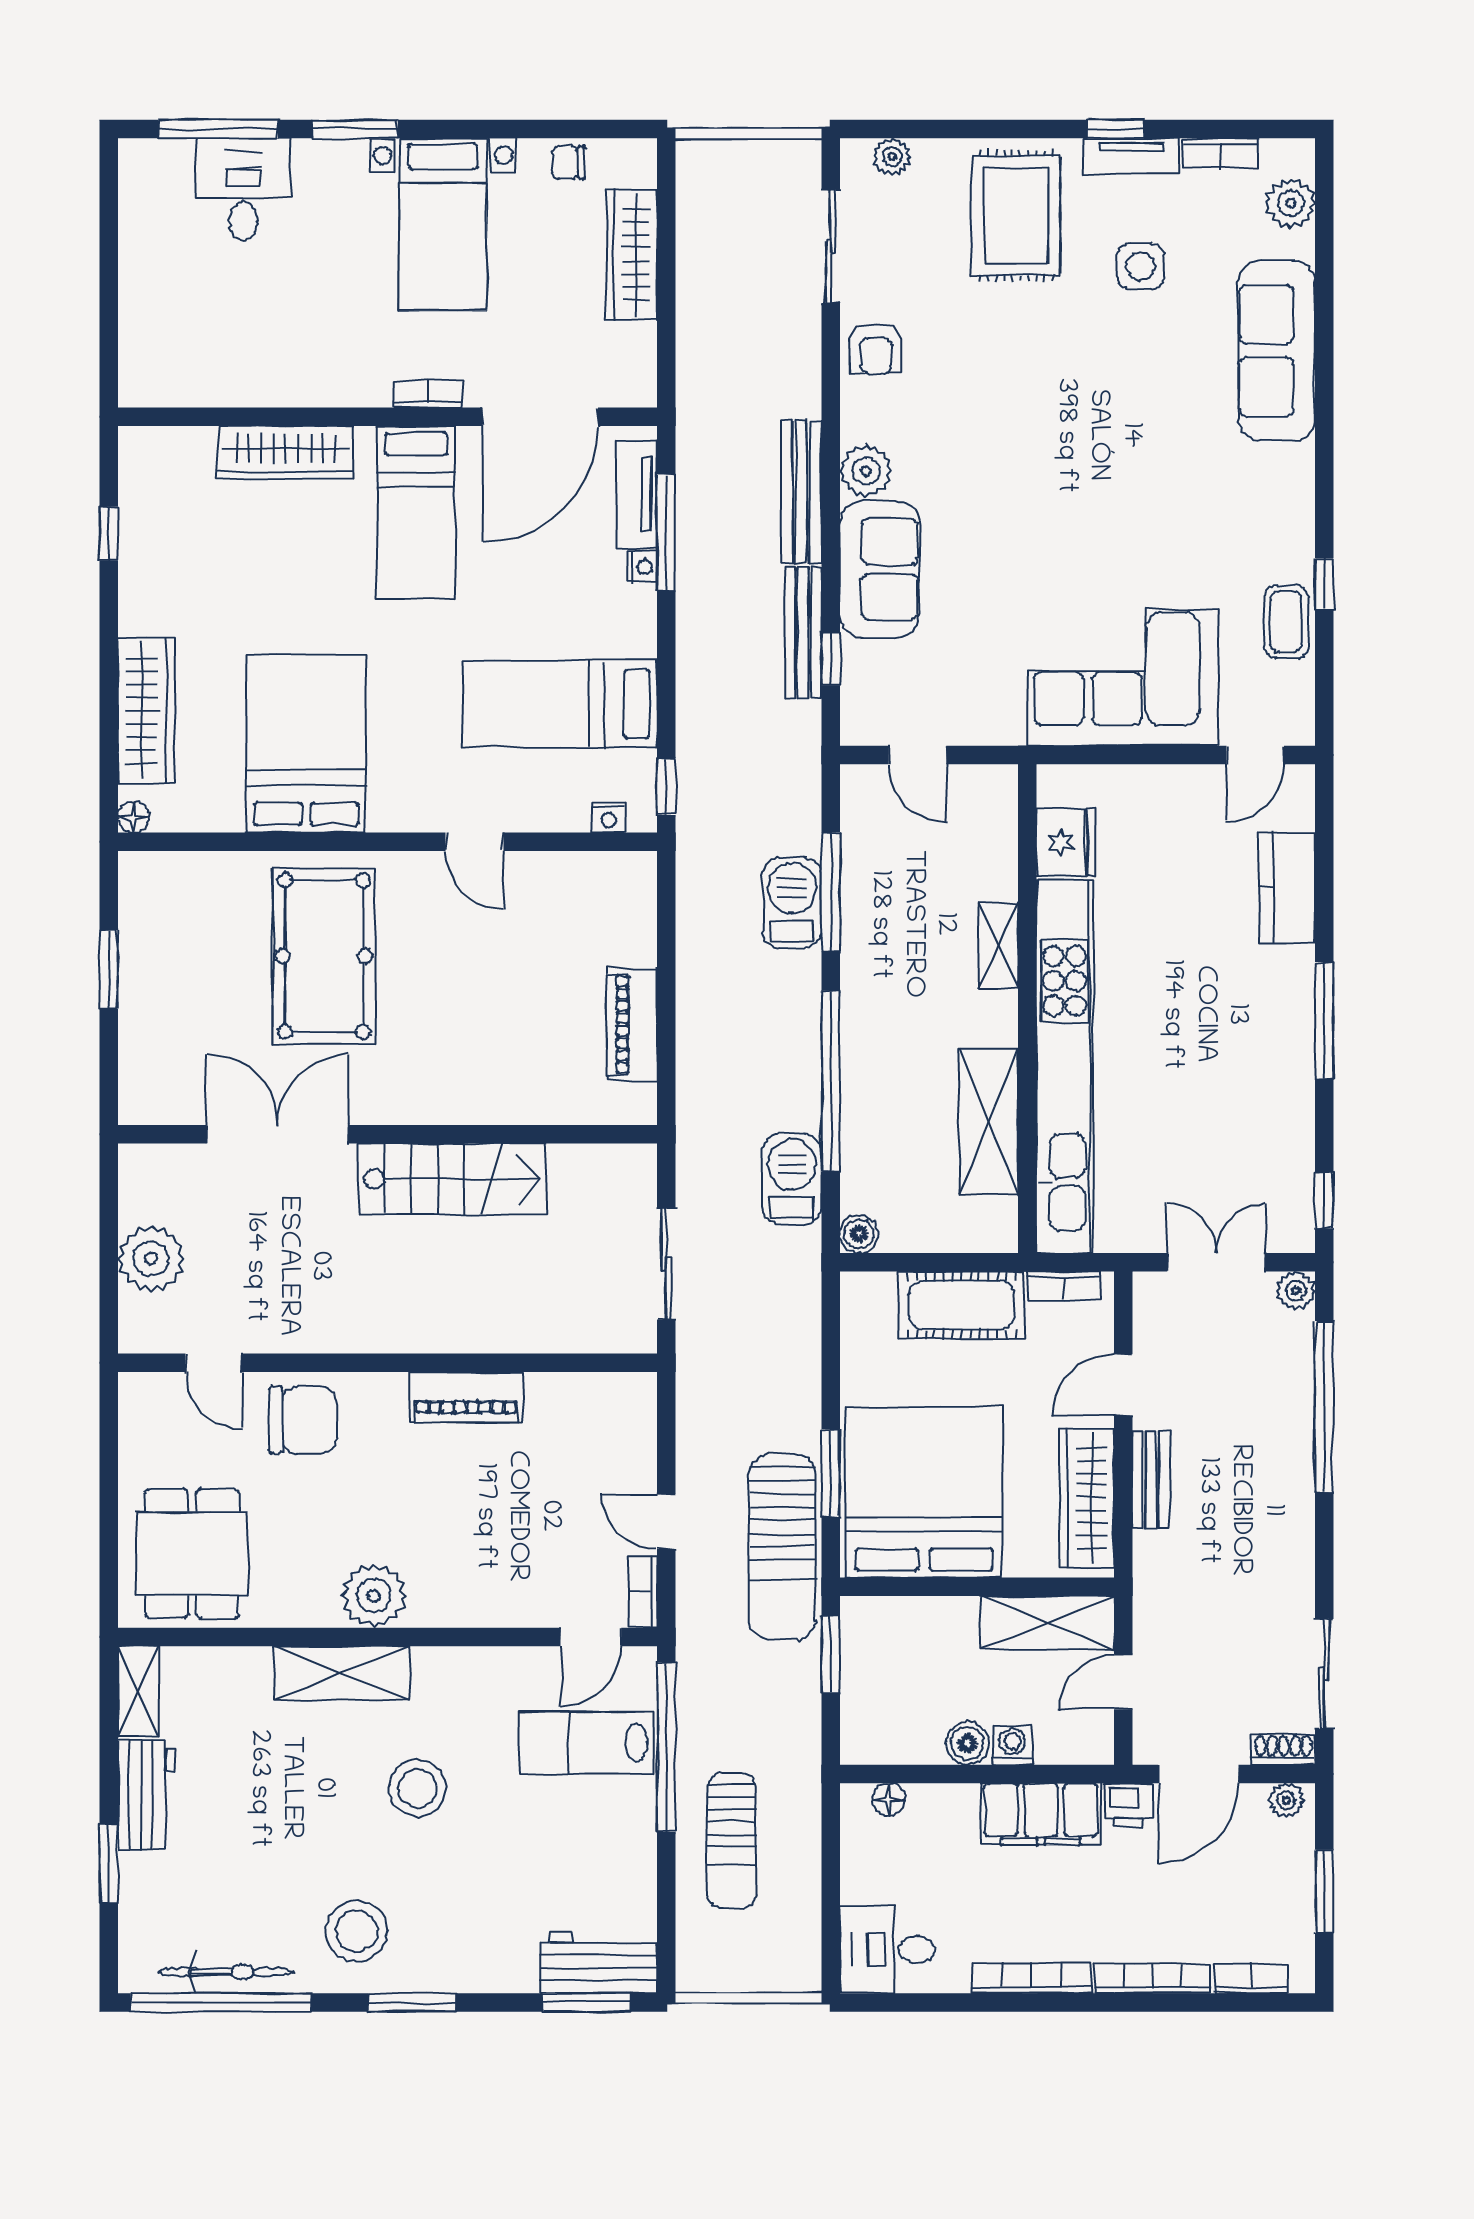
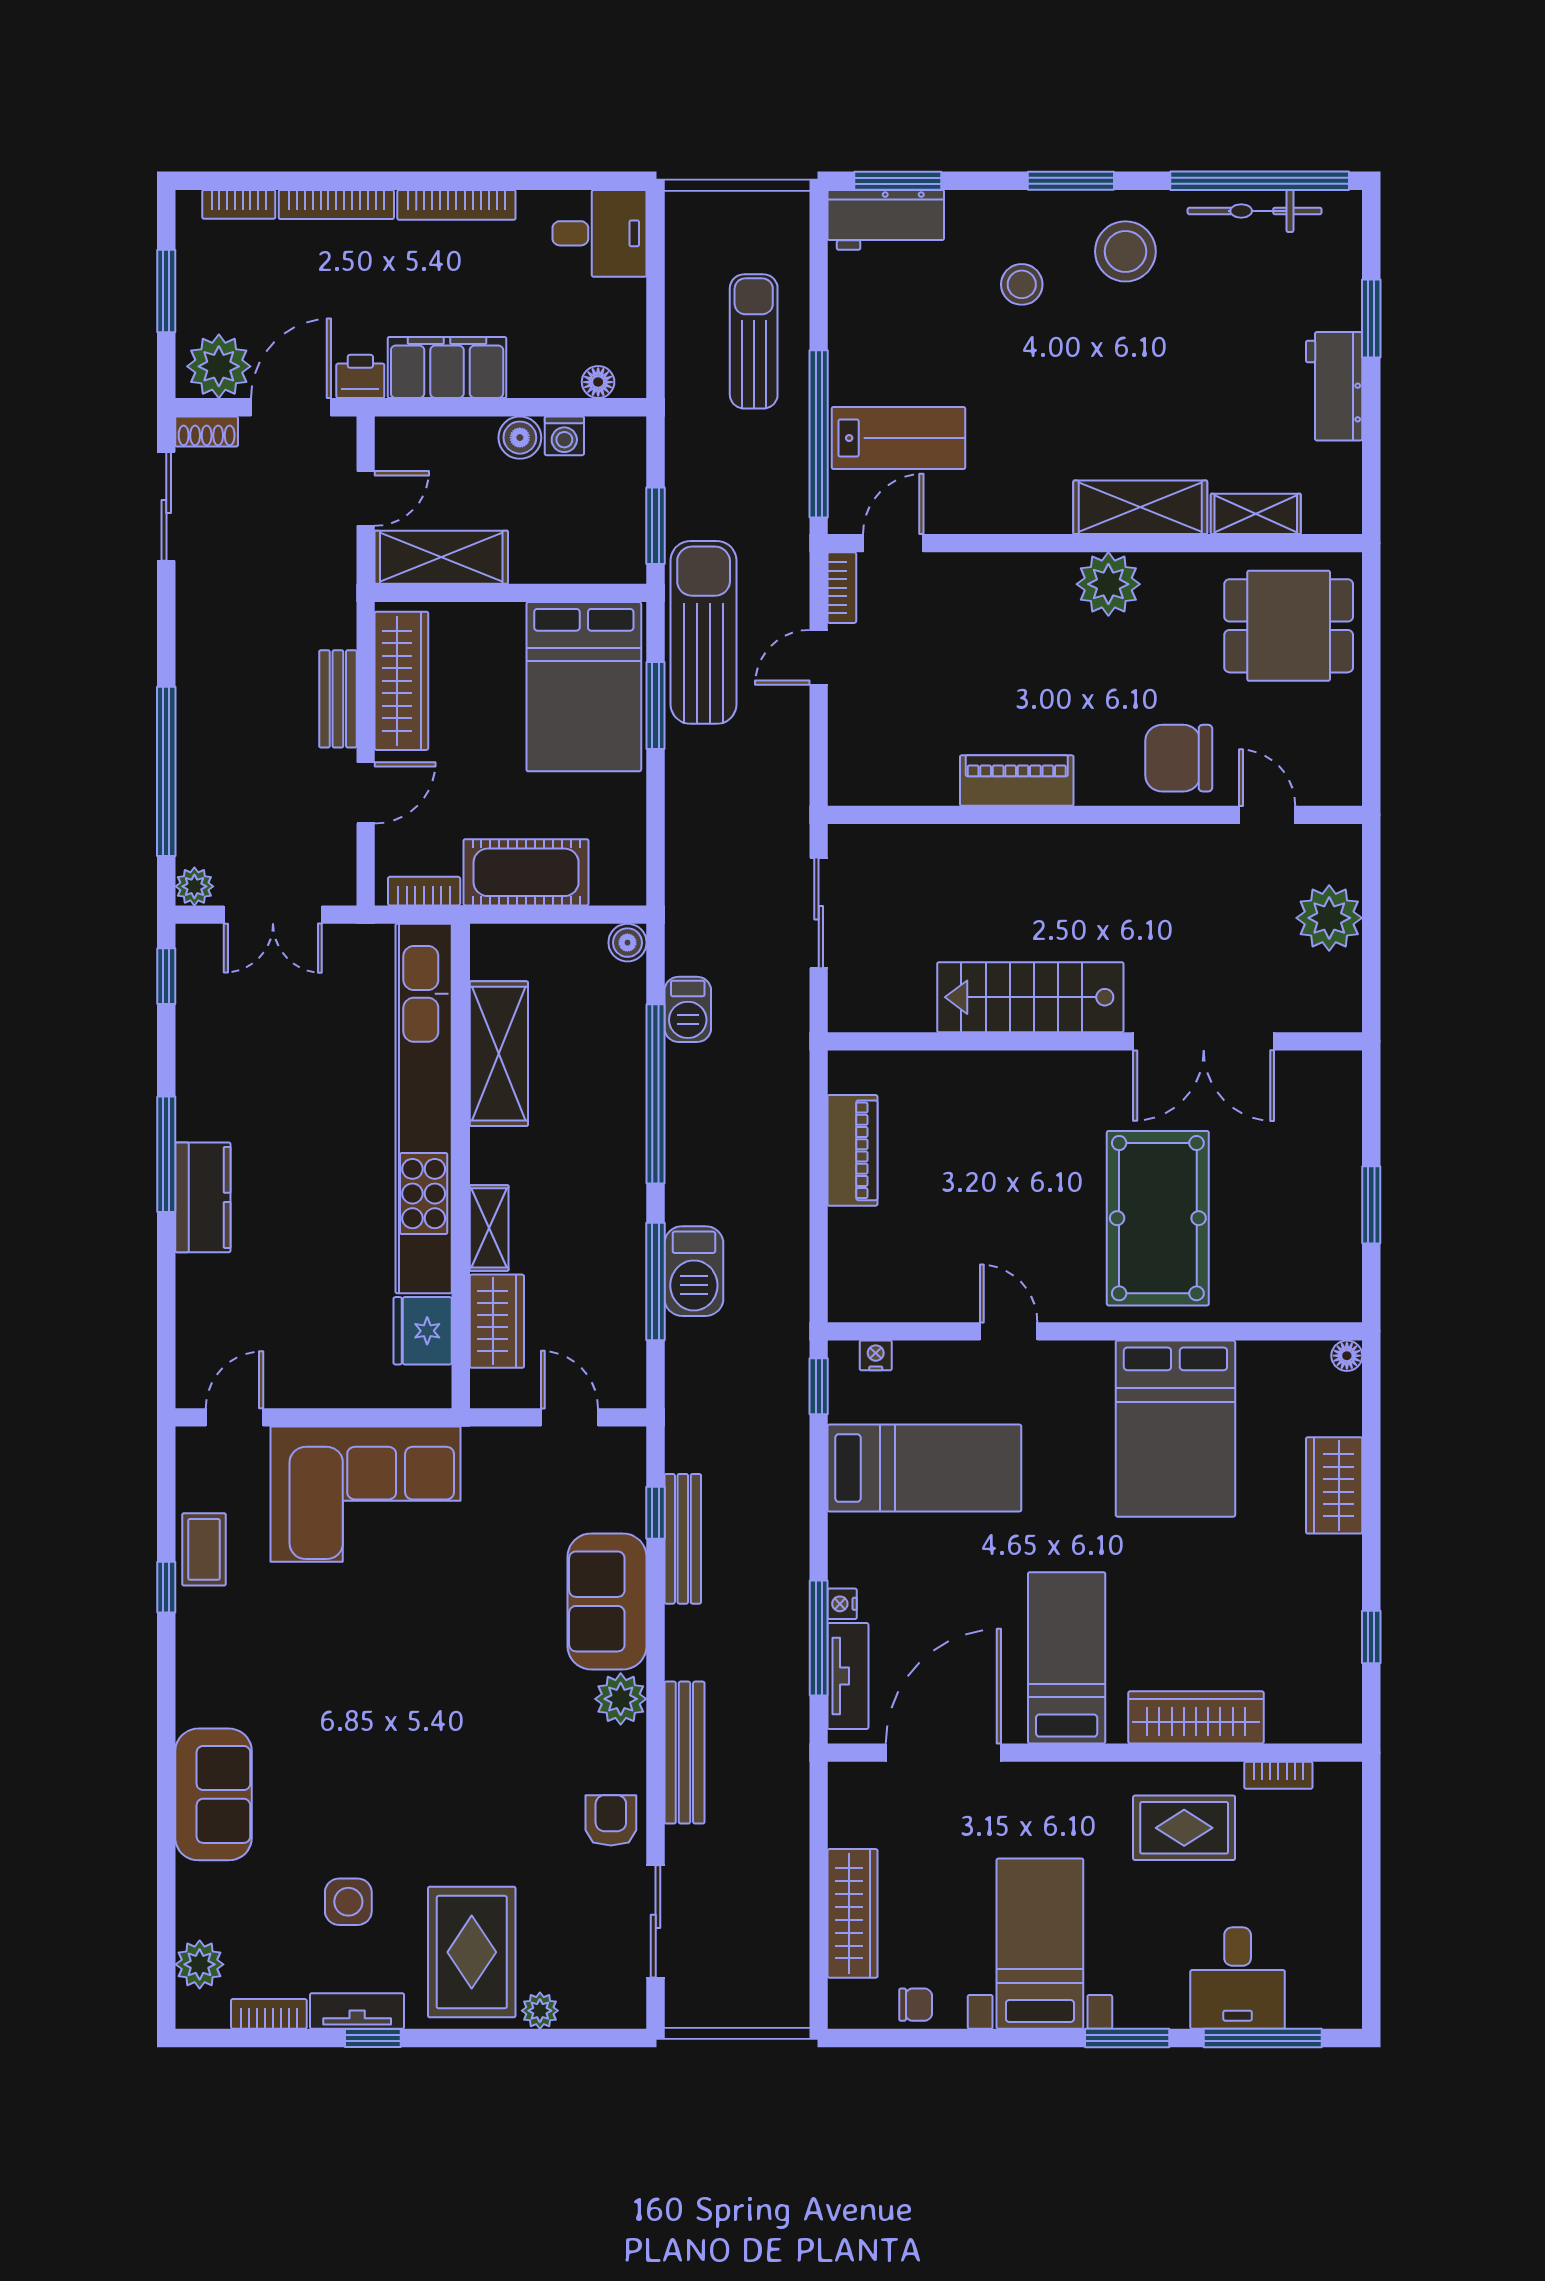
plant: (892, 157) -> (540, 2011), moved
rug: (297, 341) -> (1184, 1828), added
sofa: (1277, 351) -> (214, 1794), width x0.73
bookcase: (428, 394) -> (1278, 1775), moved
bench: (801, 492) -> (684, 1753), moved
wardrobe: (146, 711) -> (1334, 1485), width x0.67
wardrobe: (991, 852) -> (497, 1321), added
kitchen counter: (1287, 888) -> (203, 1197), moved
barbecue: (792, 1179) -> (688, 1009), width x0.73, depth x0.79
bed: (924, 1492) -> (584, 687), width x0.73
door: (666, 1522) -> (819, 657), swing flipped
dining table: (192, 1553) -> (1289, 626), turned 90
shelving: (138, 1691) -> (1256, 514), moved, turned 90
washing machine: (1012, 1745) -> (564, 436), moved
stool: (417, 1788) -> (1022, 284), moved, width x0.73, depth x0.73
plant: (1286, 1800) -> (219, 366), width x1.88, depth x1.88

